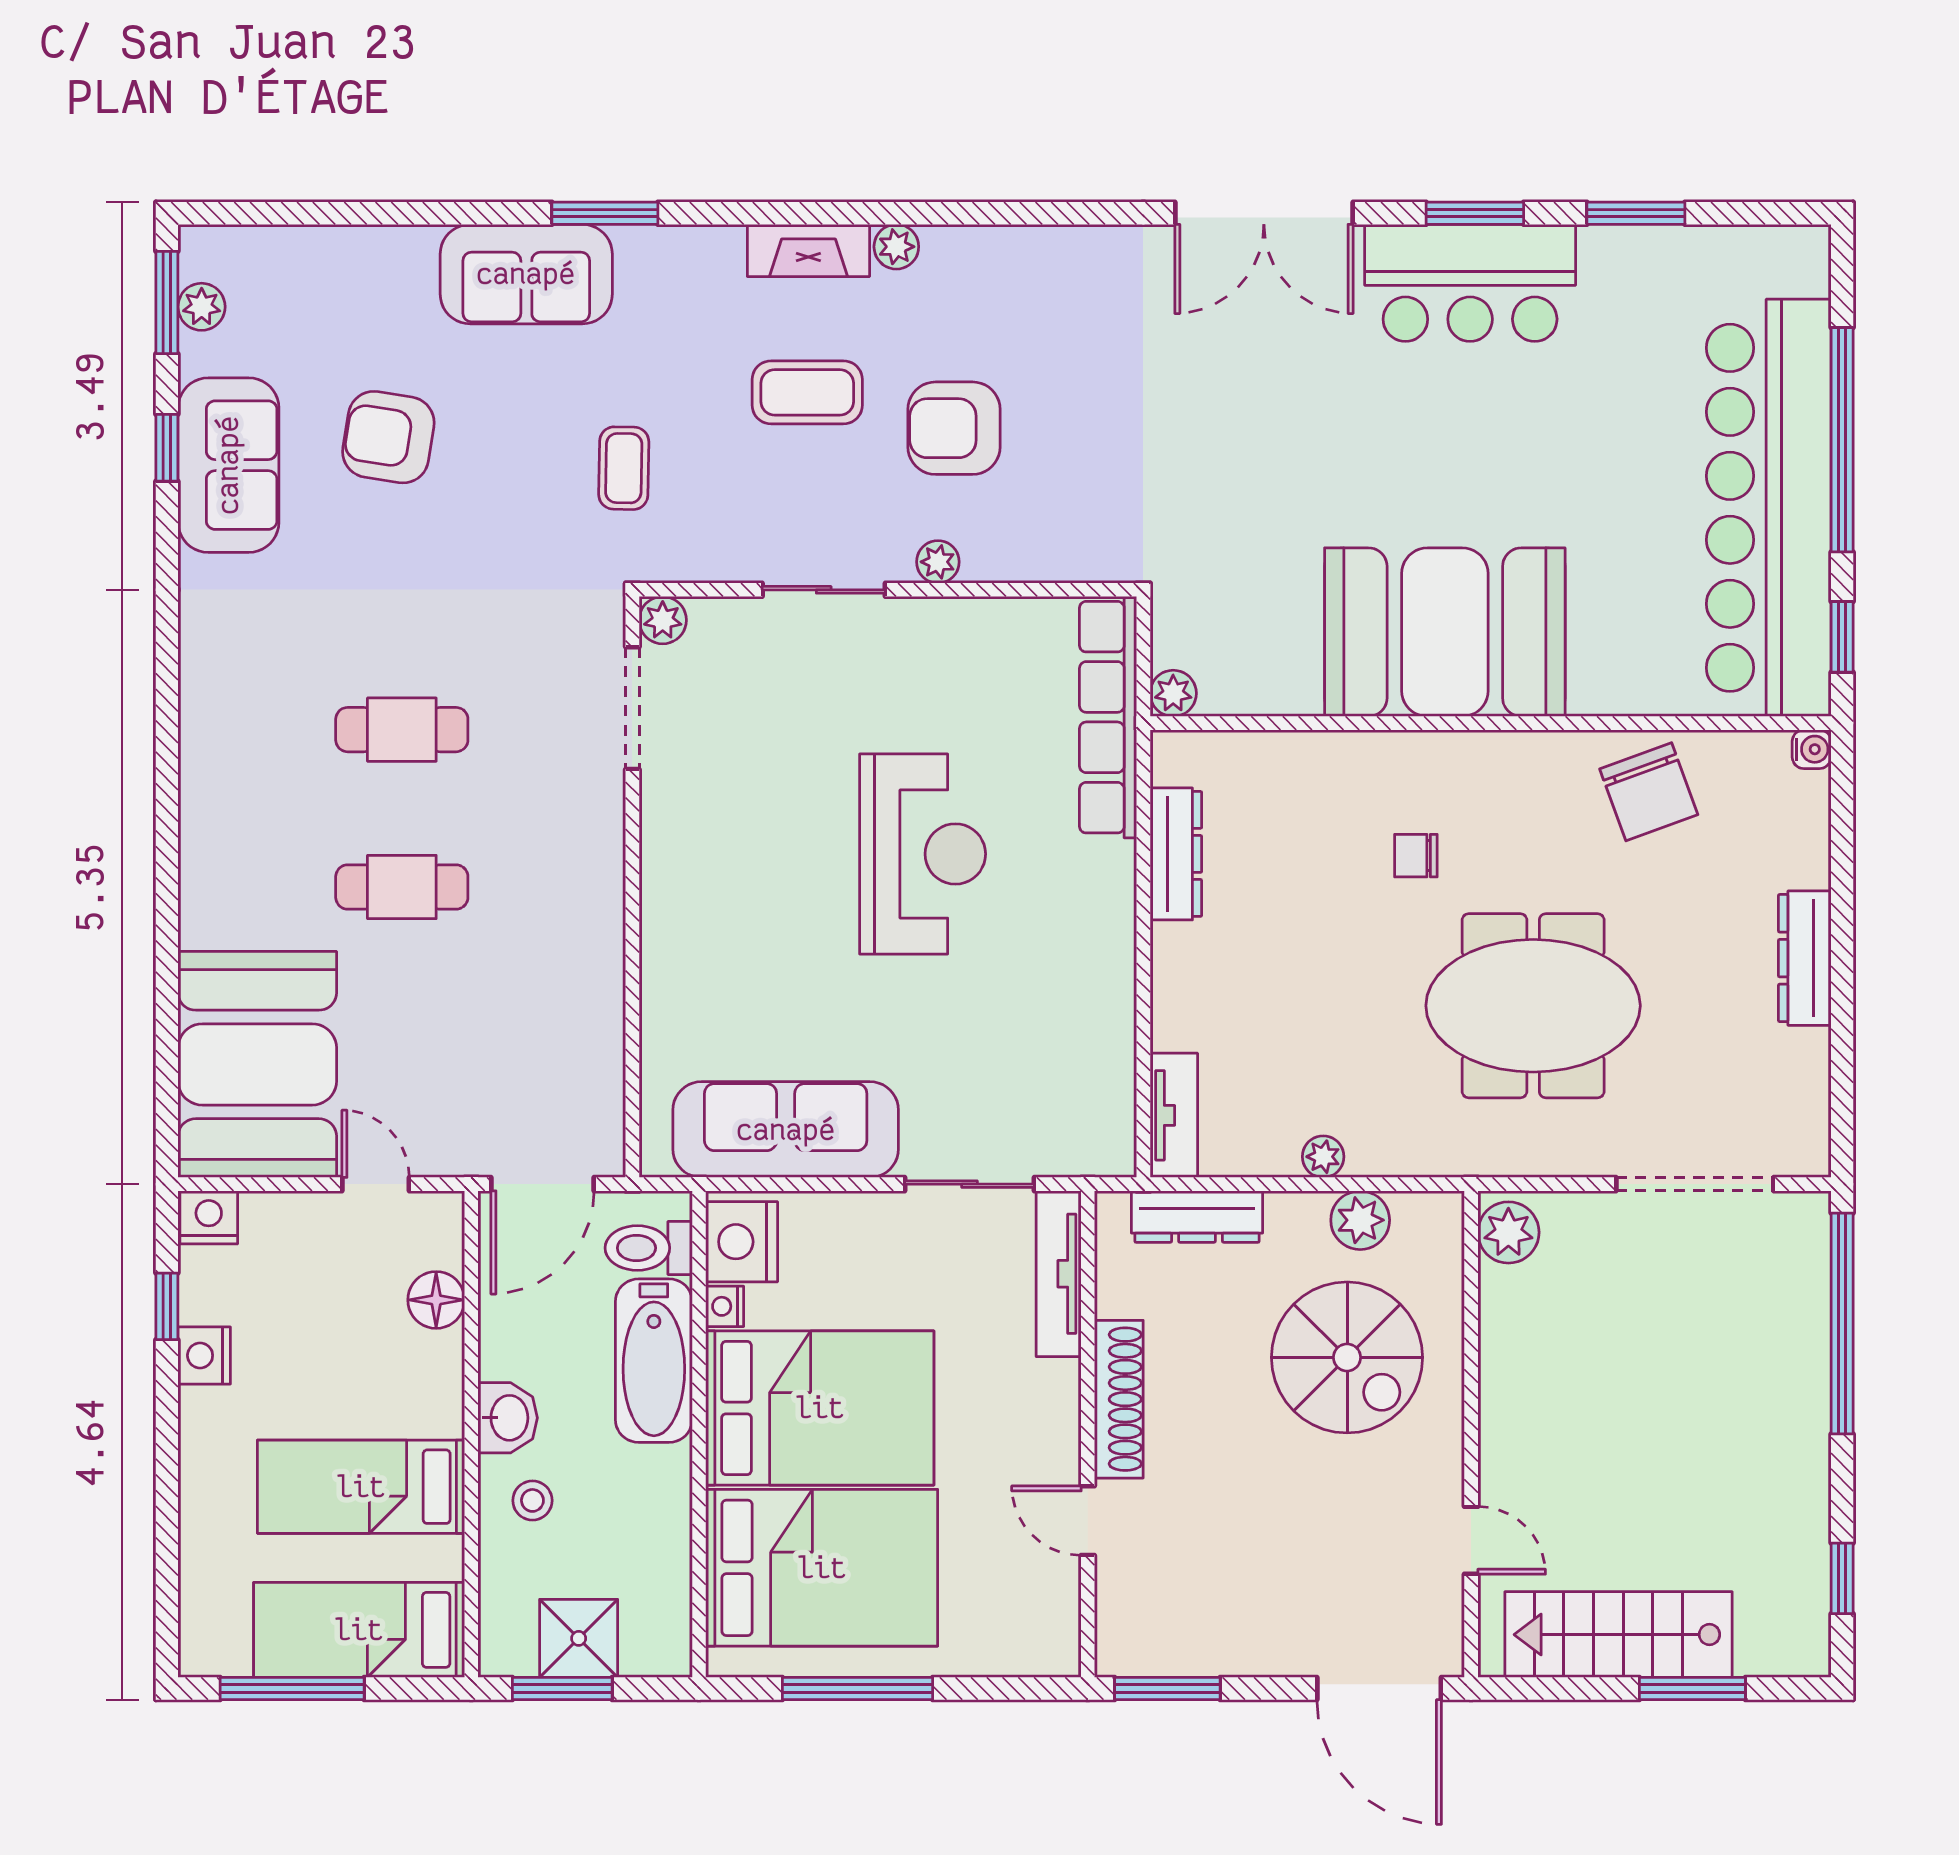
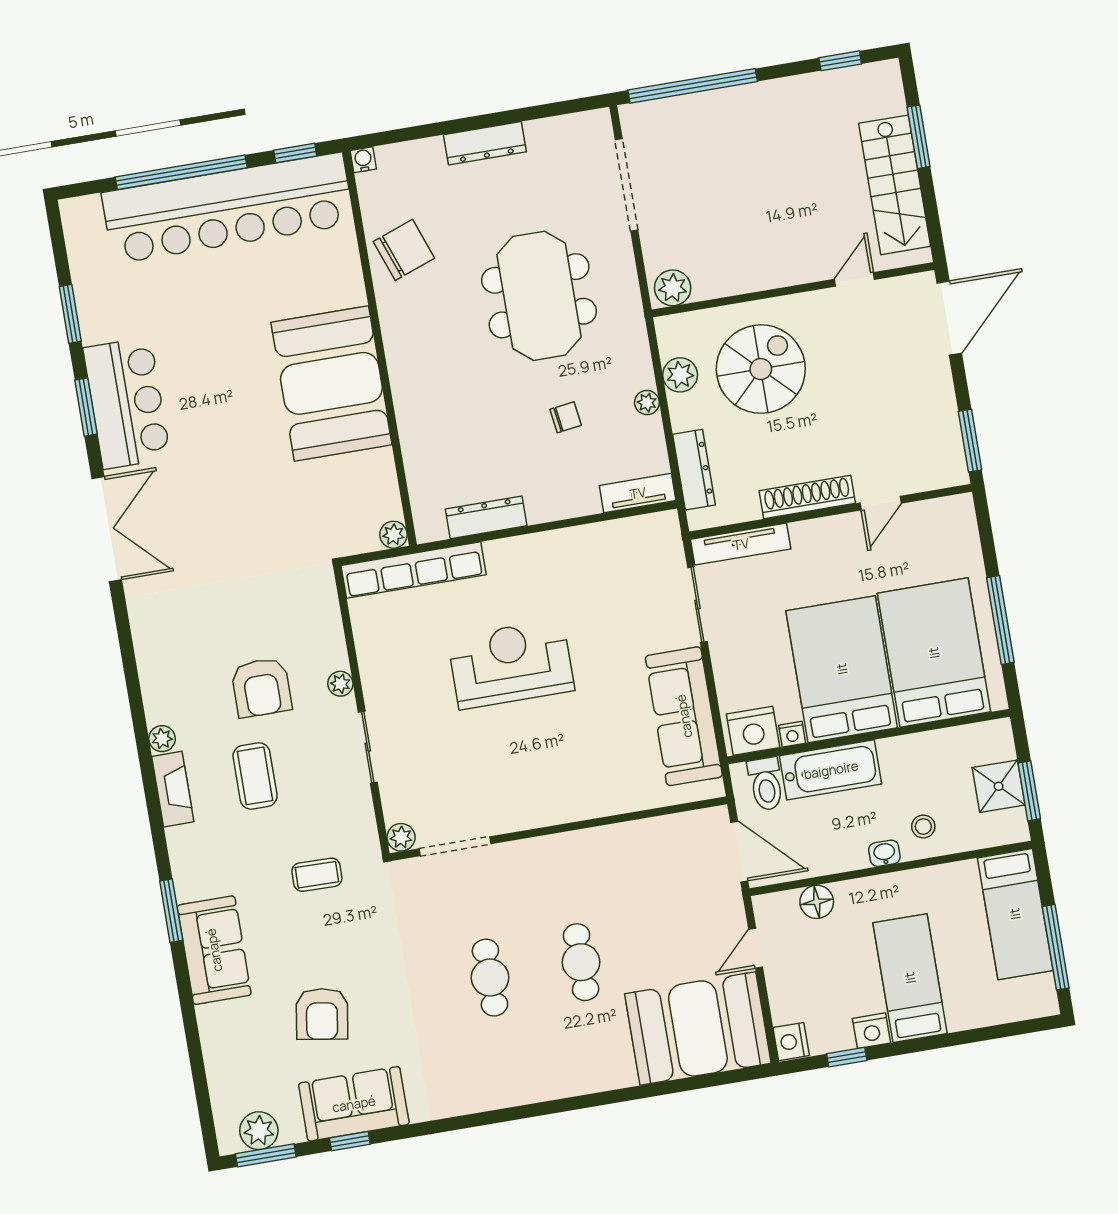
plant: (202, 307) -> (259, 1131), width x1.38, depth x1.38
chair: (1416, 856) -> (566, 417), moved, turned -98
washbasin: (508, 1418) -> (884, 853), width x0.72, depth x0.69
bed: (361, 1487) -> (910, 978), moved, turned 180

